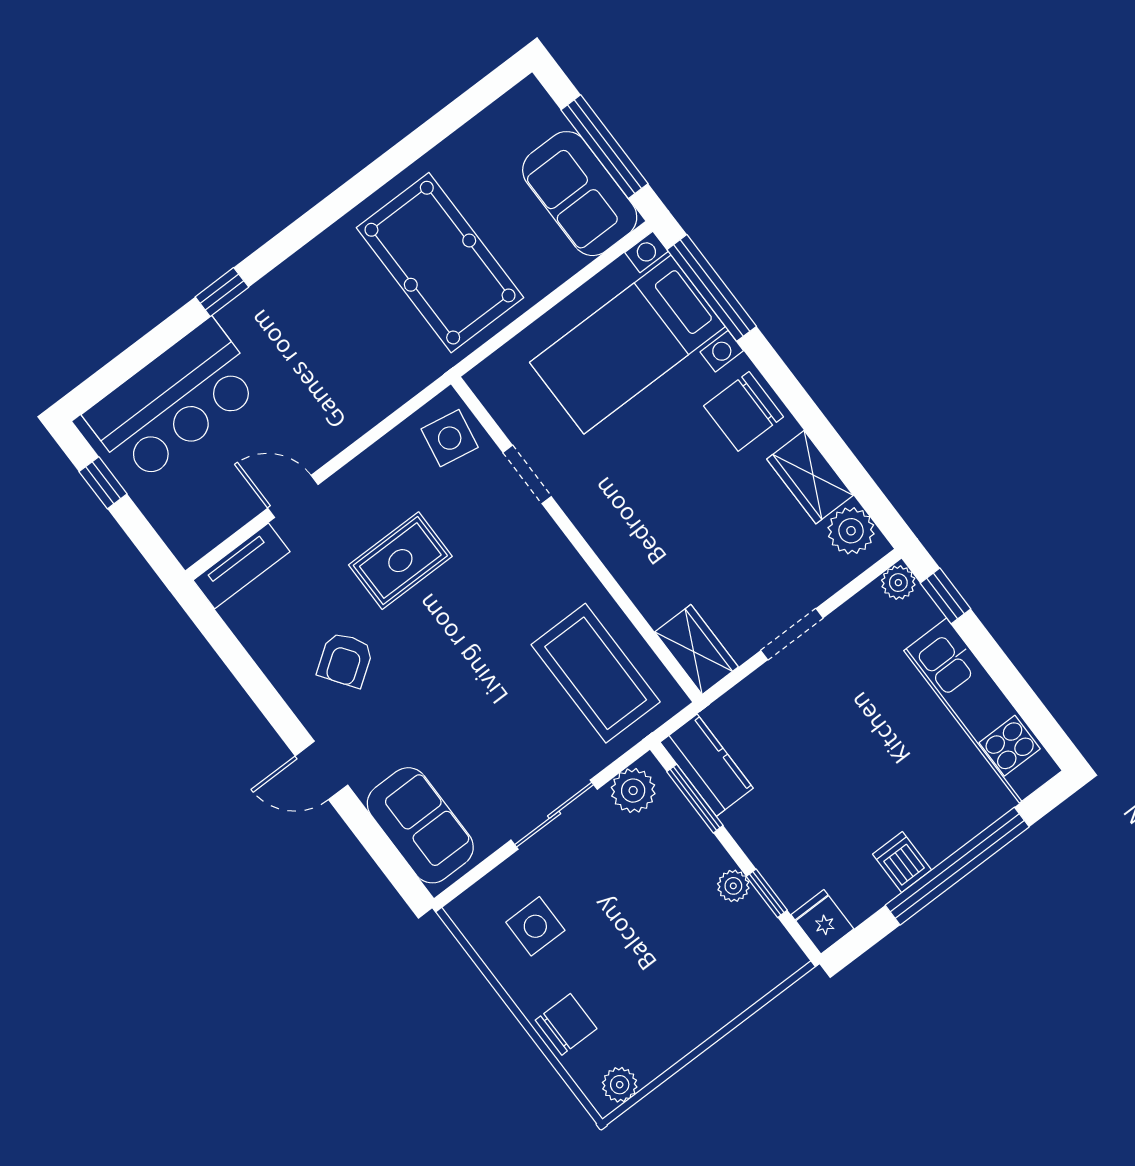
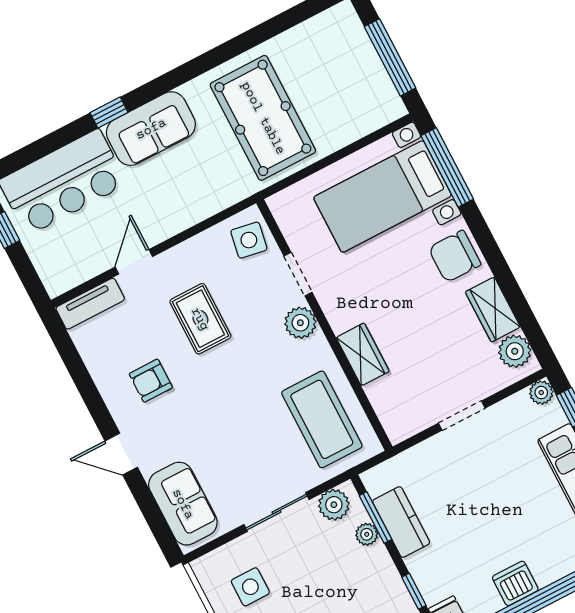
sofa: (580, 194) -> (151, 129), moved, turned -90
door: (293, 496) -> (134, 262), hinge flipped
plant: (542, 542) -> (300, 323), added
rug: (400, 561) -> (200, 319), turned 90
wardrobe: (696, 649) -> (363, 354), moved
armchair: (345, 660) -> (151, 381), turned 35
kitchen counter: (707, 765) -> (401, 522), moved
dishwasher: (902, 862) -> (515, 583), width x1.38
plant: (733, 886) -> (367, 534), moved

